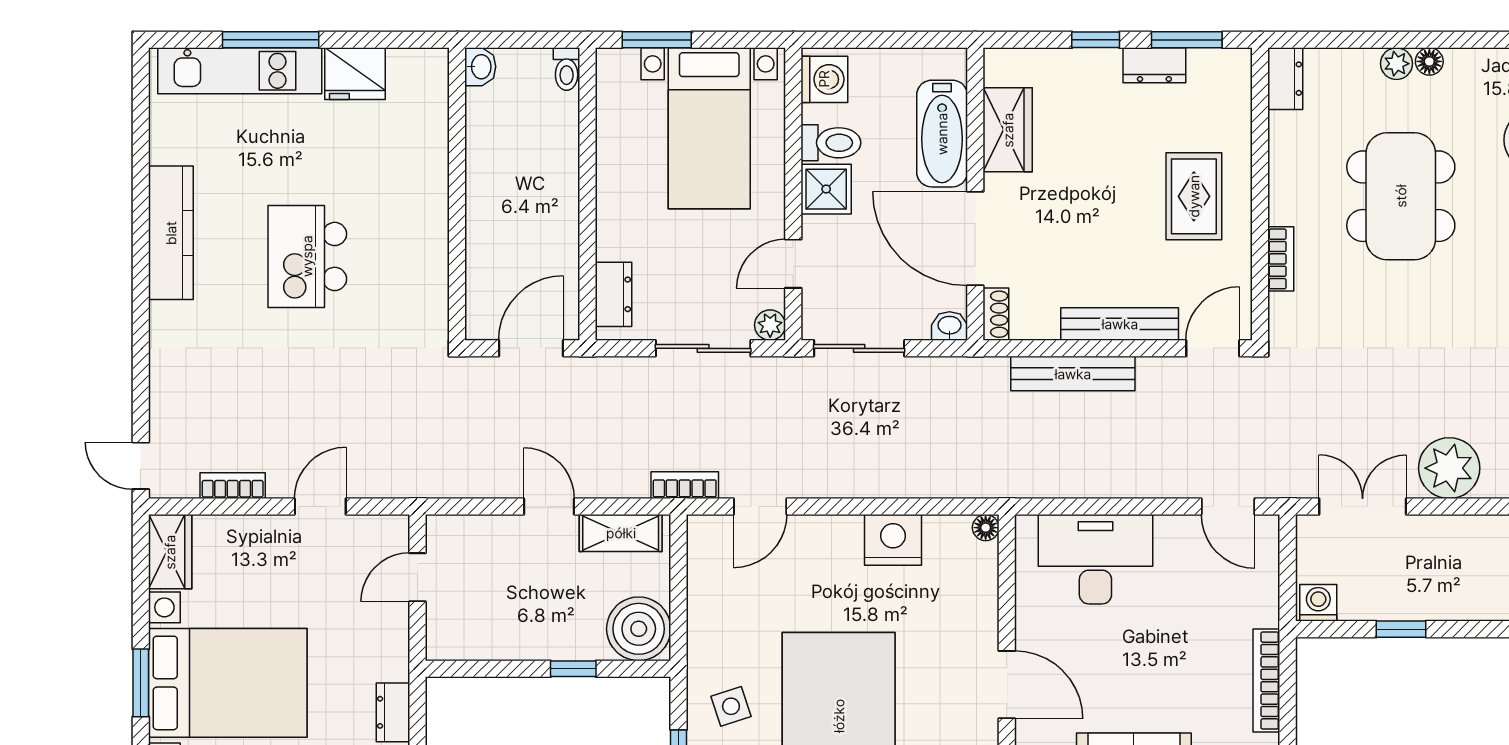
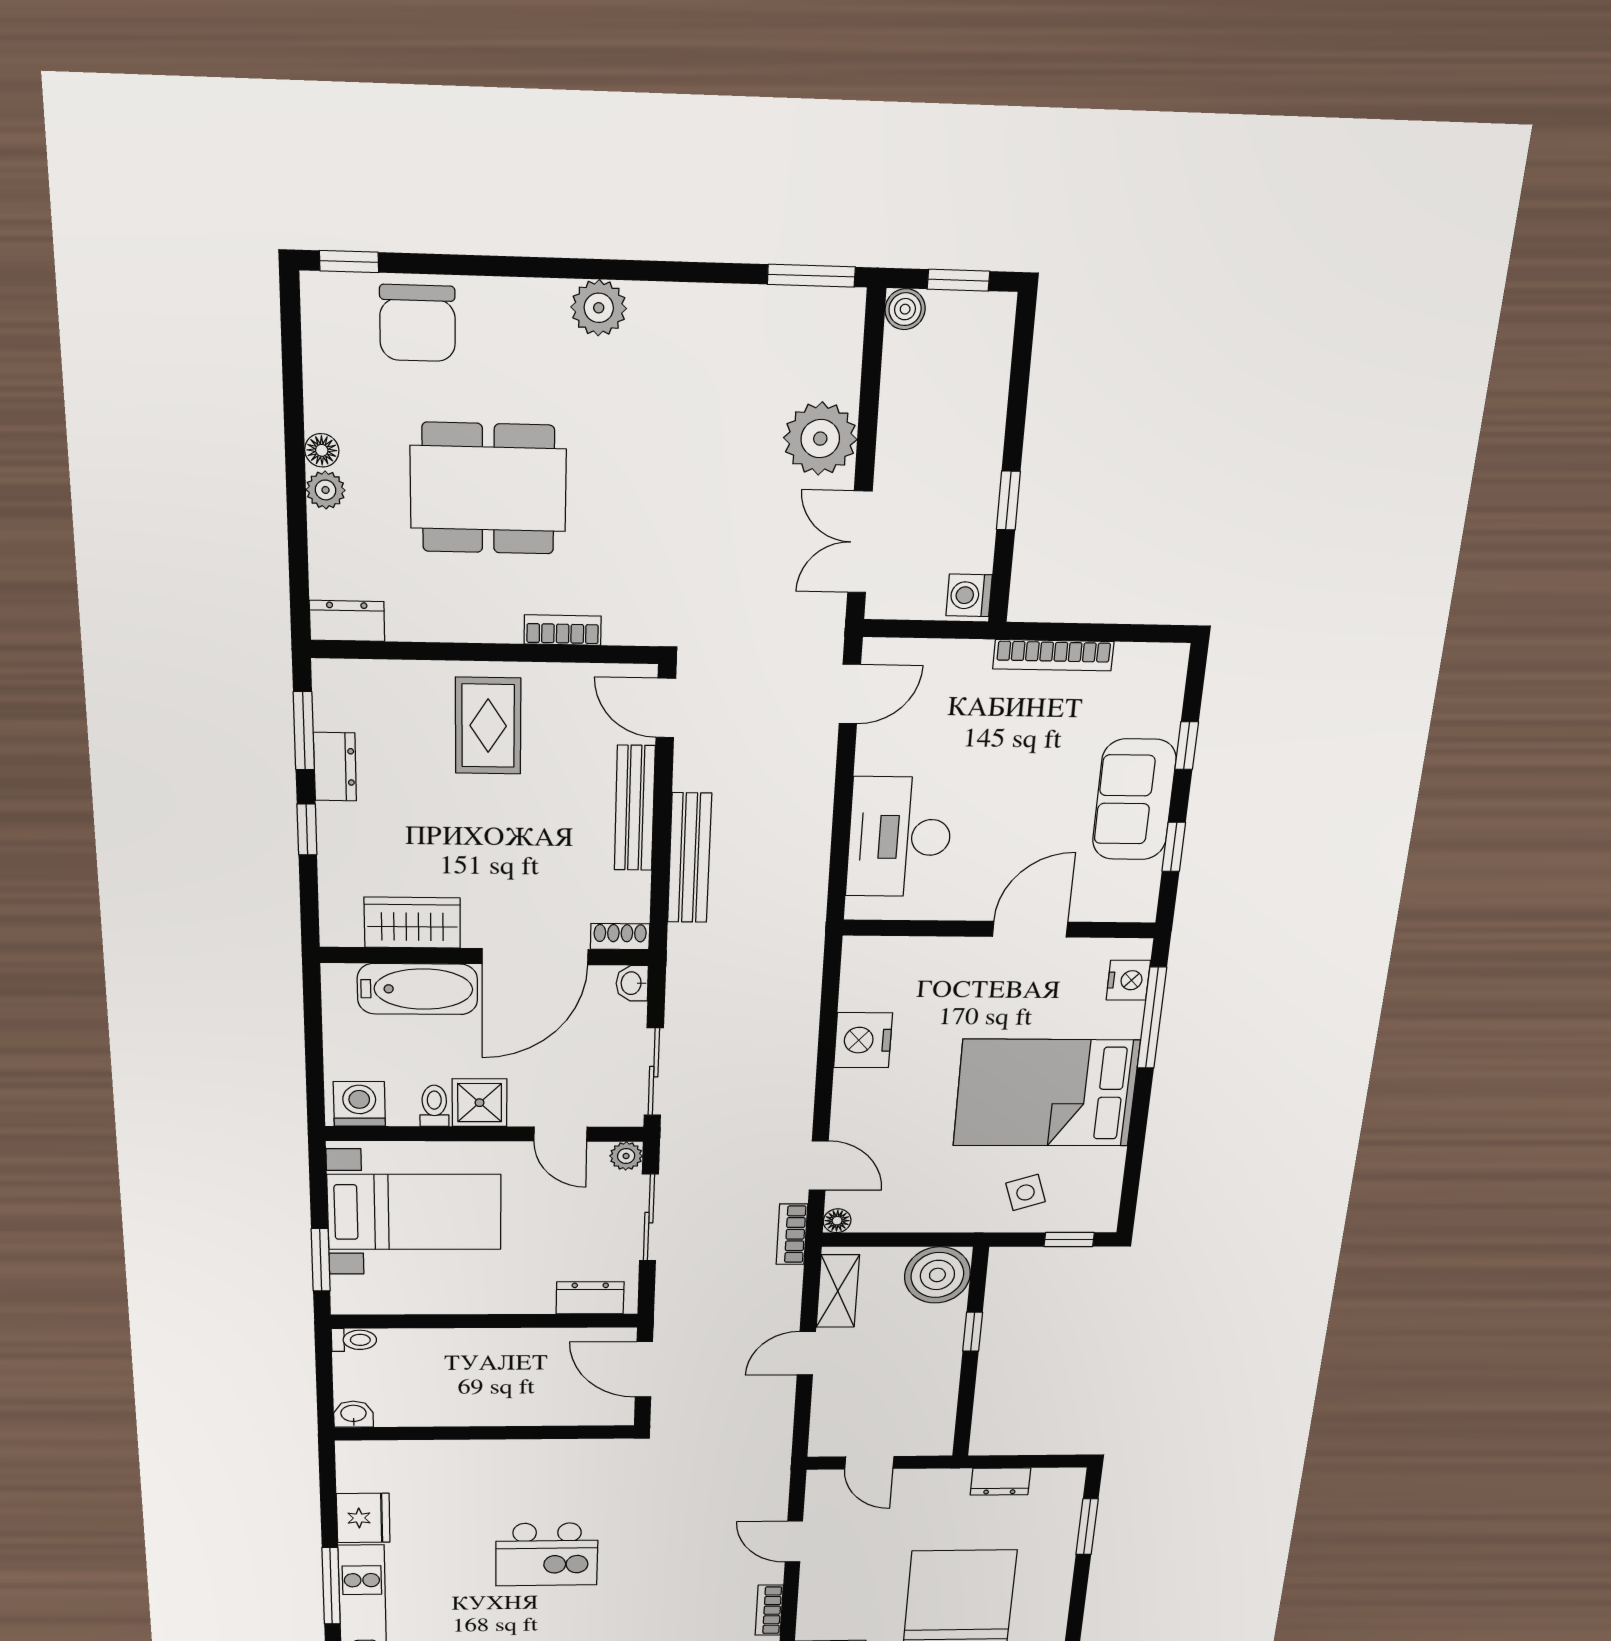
toilet: (831, 143) -> (434, 1106), width x0.73, depth x0.72
rug: (1194, 196) -> (488, 726), turned 90
floor lamp: (986, 528) -> (837, 1221), moved

